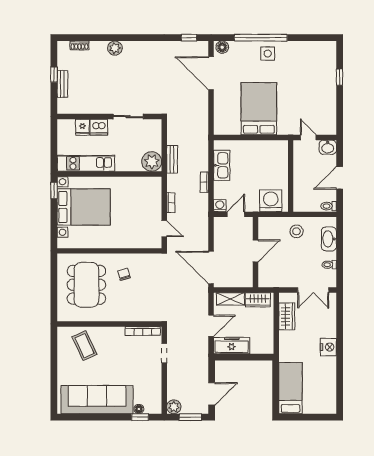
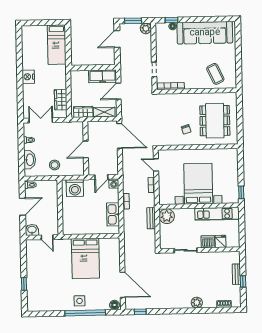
bed with nightstands: (84, 207) -> (198, 184), moved, turned 90

